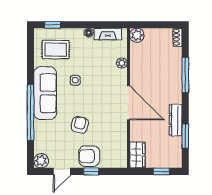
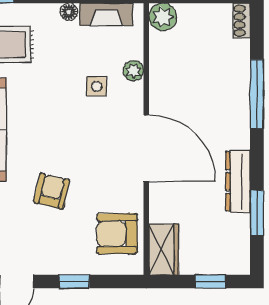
side table: (75, 80) -> (97, 86), moved
armchair: (89, 156) -> (117, 234), moved

